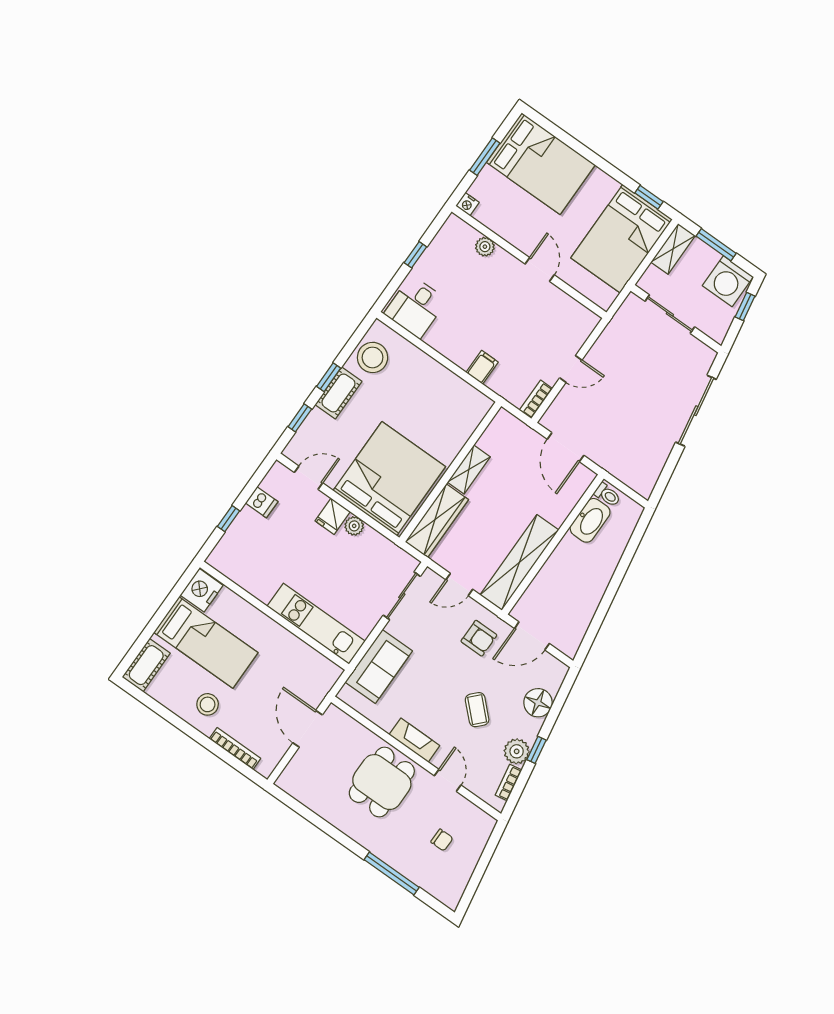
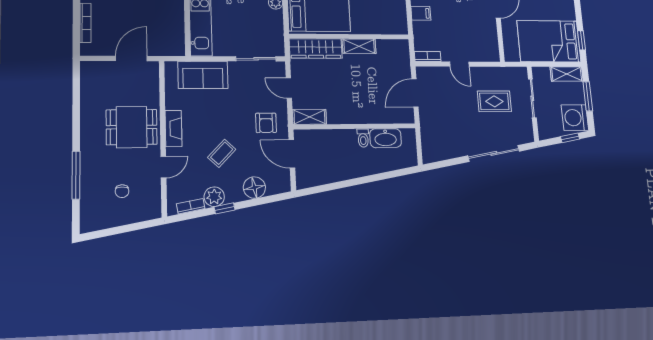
rug: (641, 362) -> (494, 101), added
toilet: (607, 495) -> (363, 138), moved
shelving: (519, 562) -> (309, 117), width x0.45, depth x0.75

